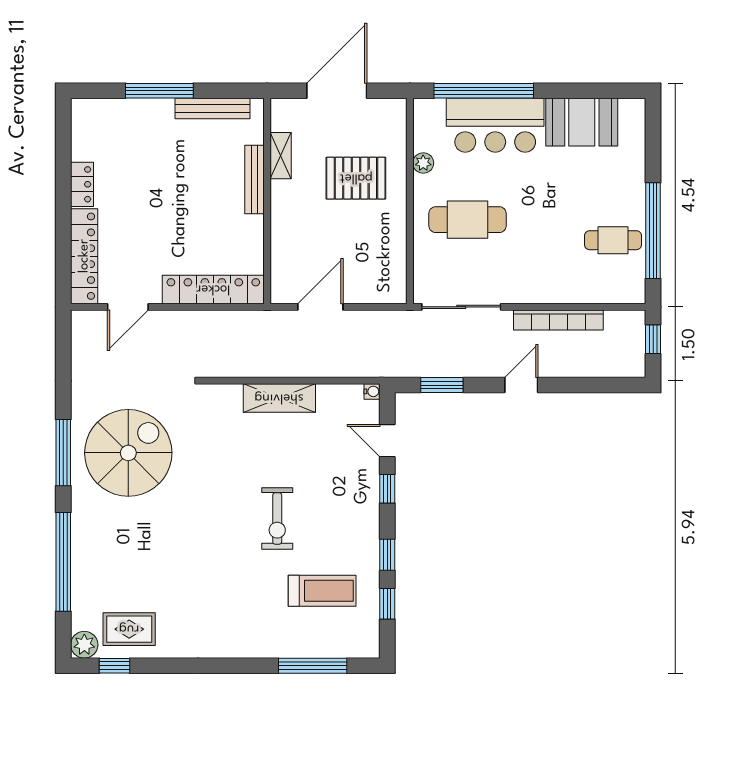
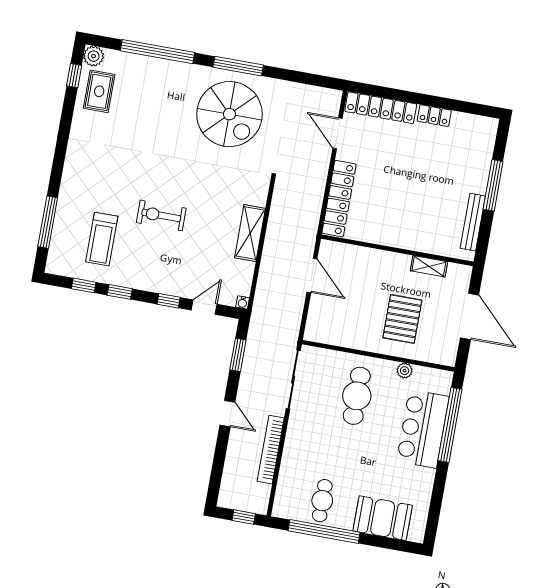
booth: (582, 122) -> (383, 518), moved, turned 90
bench: (255, 180) -> (415, 244), removed

